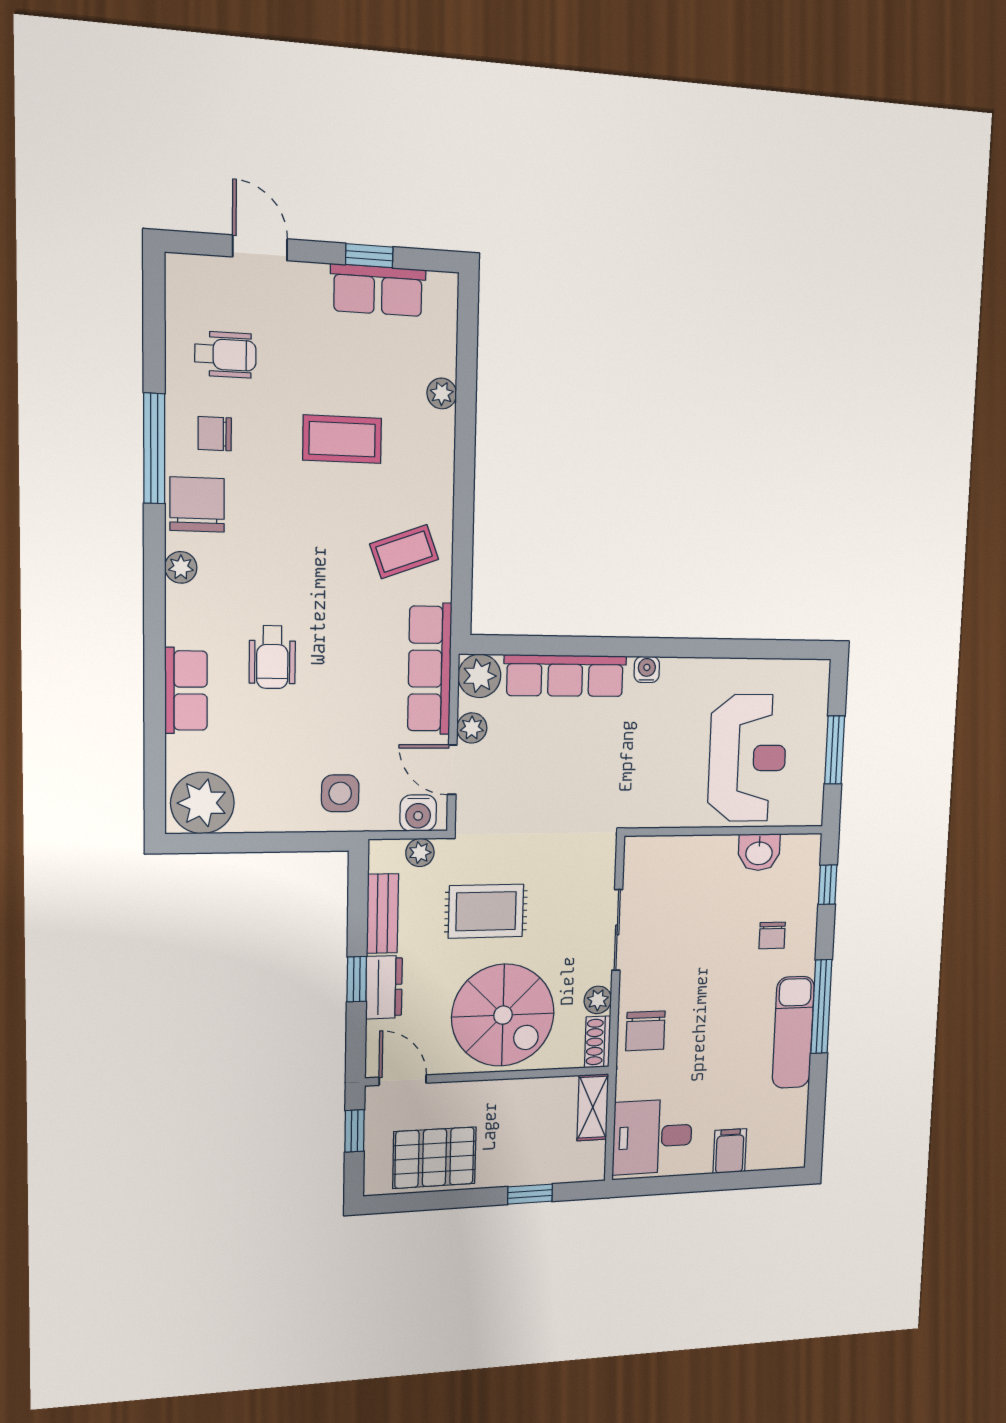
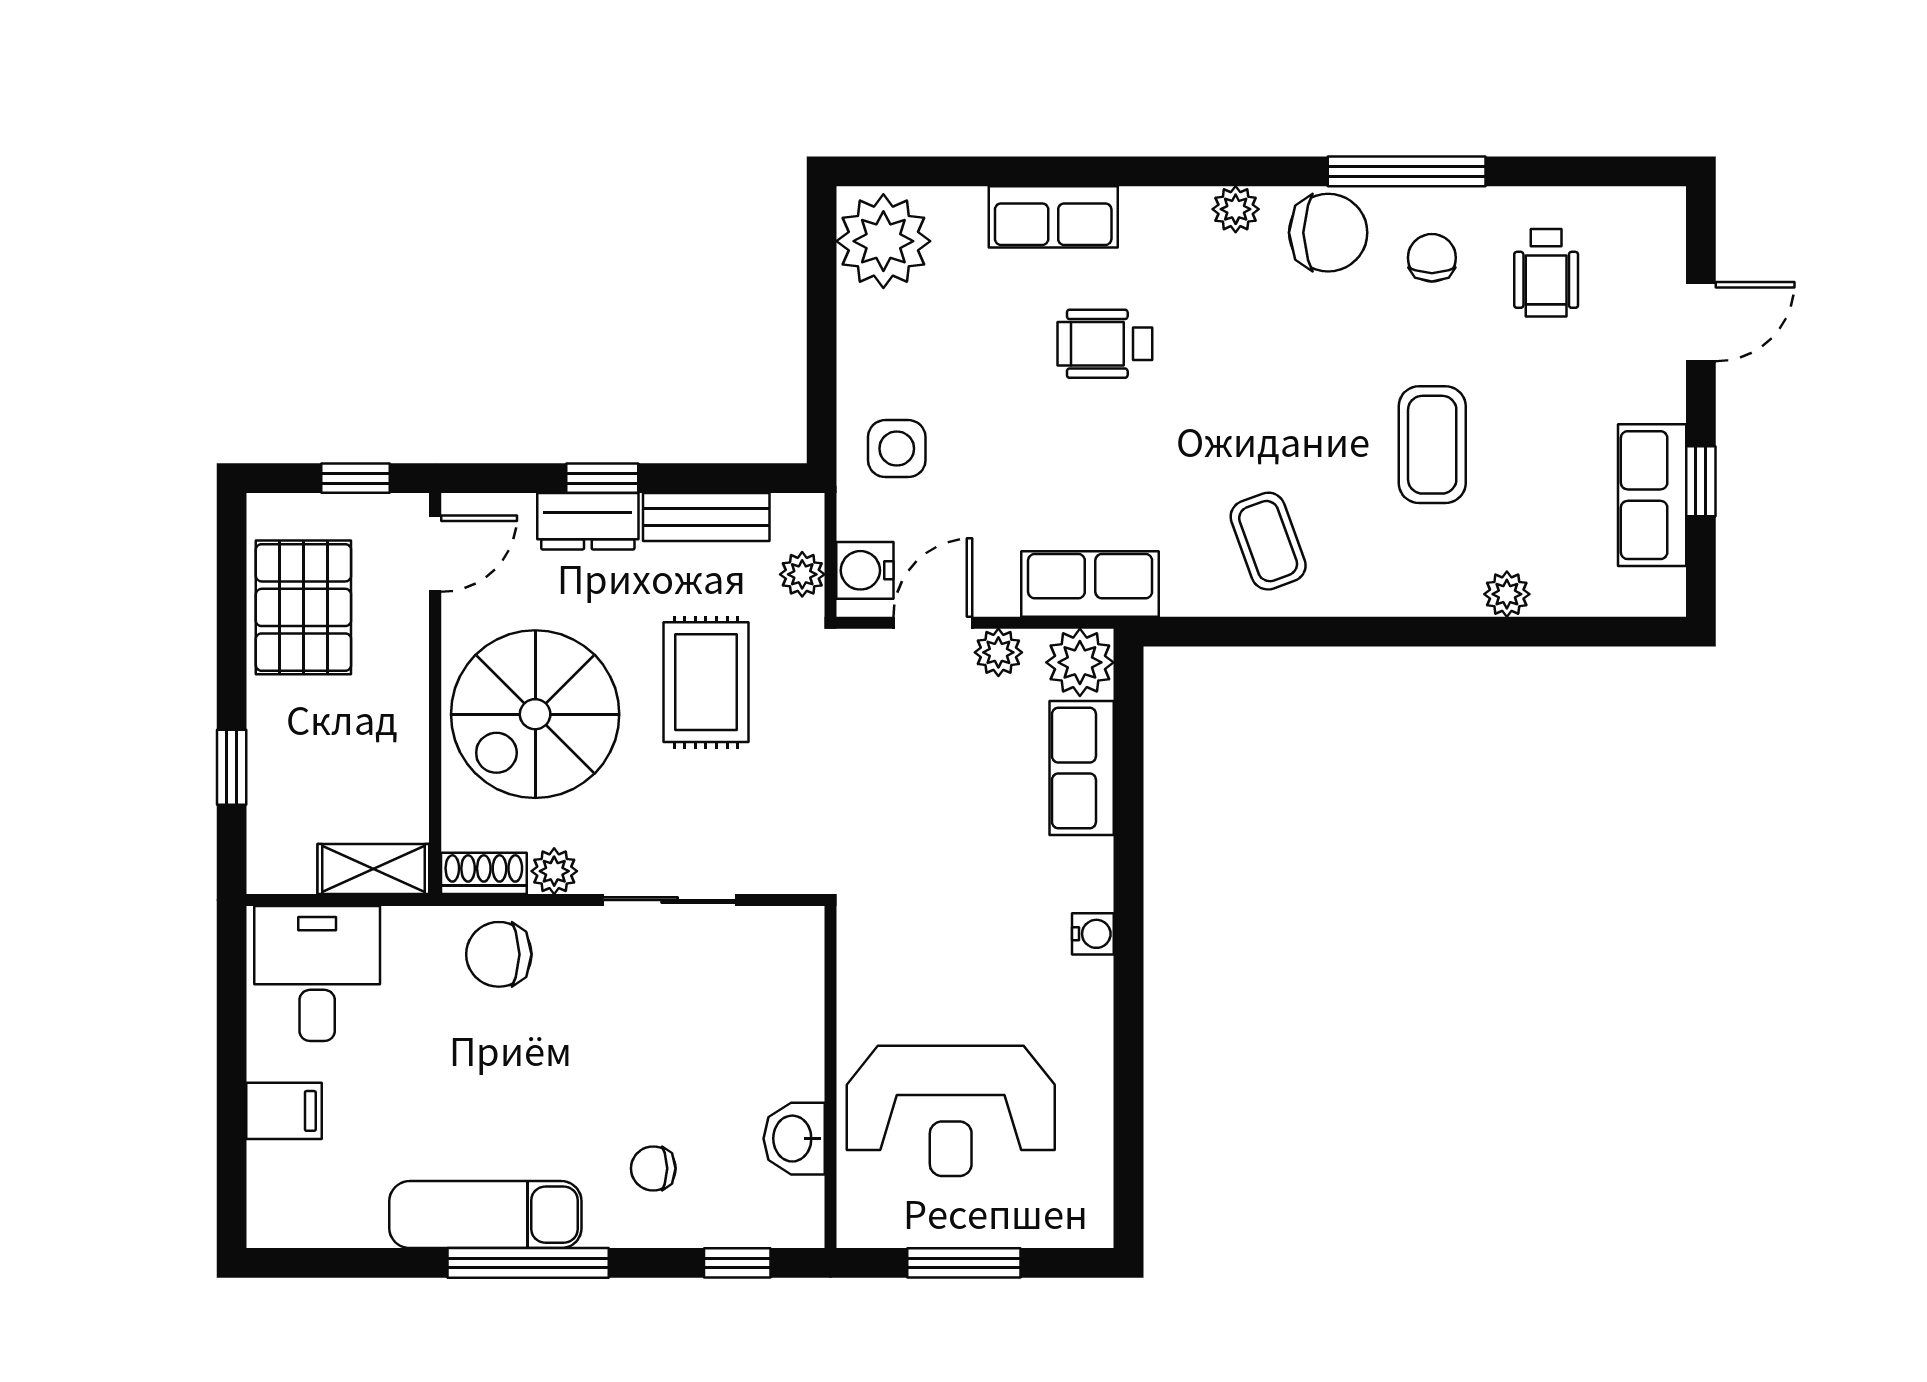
row of seats: (430, 669) -> (1090, 584), width x0.68
row of seats: (565, 676) -> (1082, 768), width x0.68

